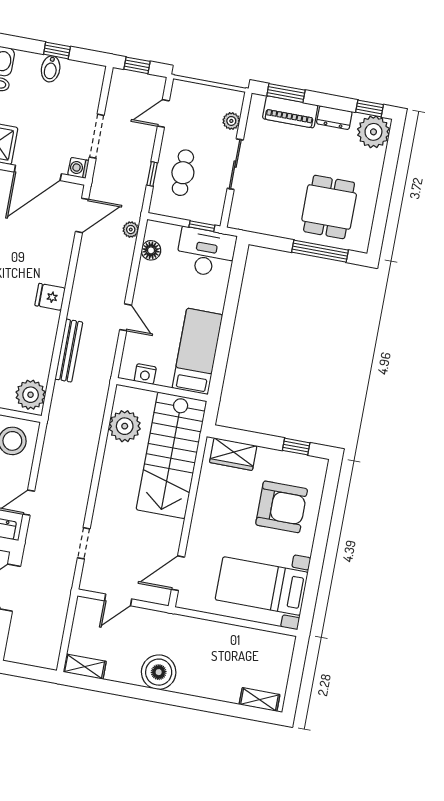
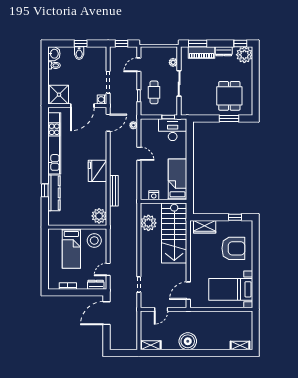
floor lamp: (151, 250) -> (145, 134), removed
window: (320, 251) -> (229, 119), width x0.69
fridge: (50, 297) -> (97, 171), width x1.88, depth x1.34
door: (126, 317) -> (139, 154), moved

